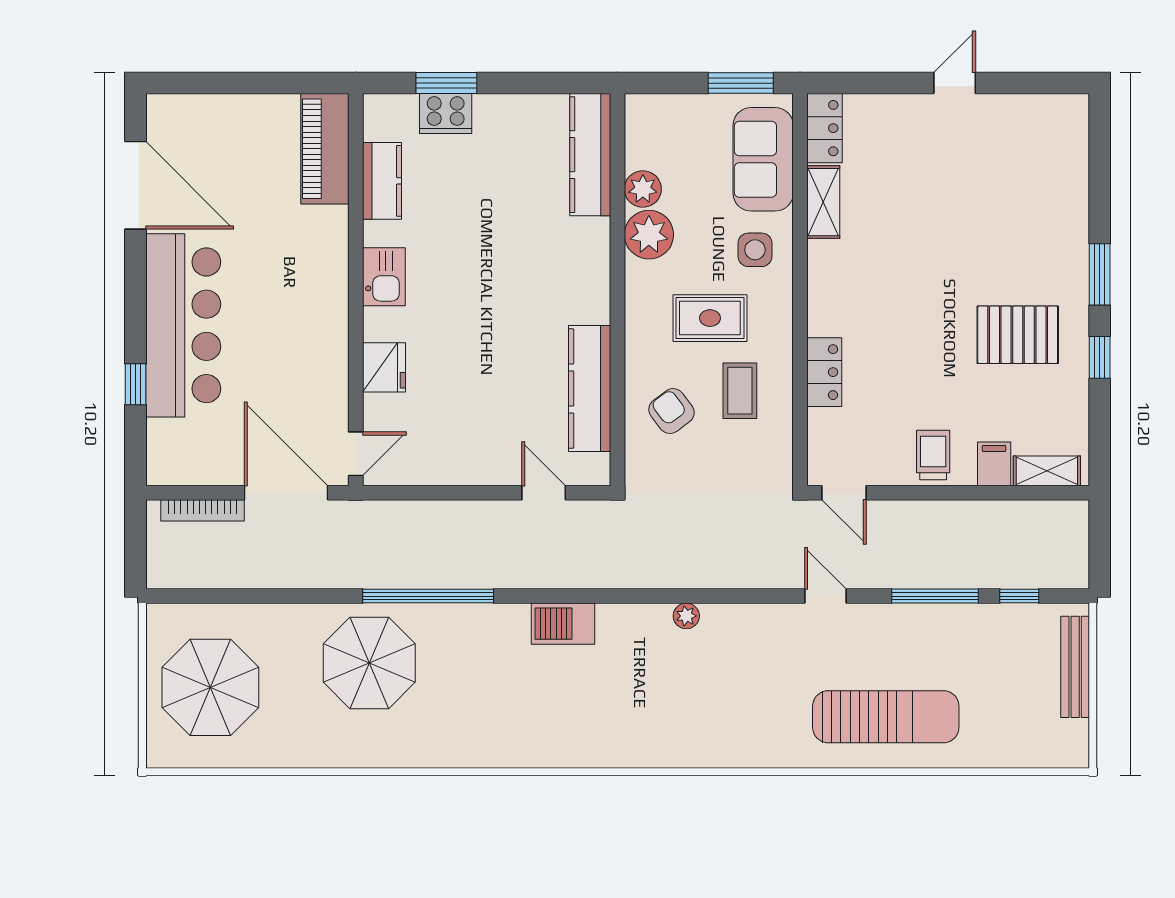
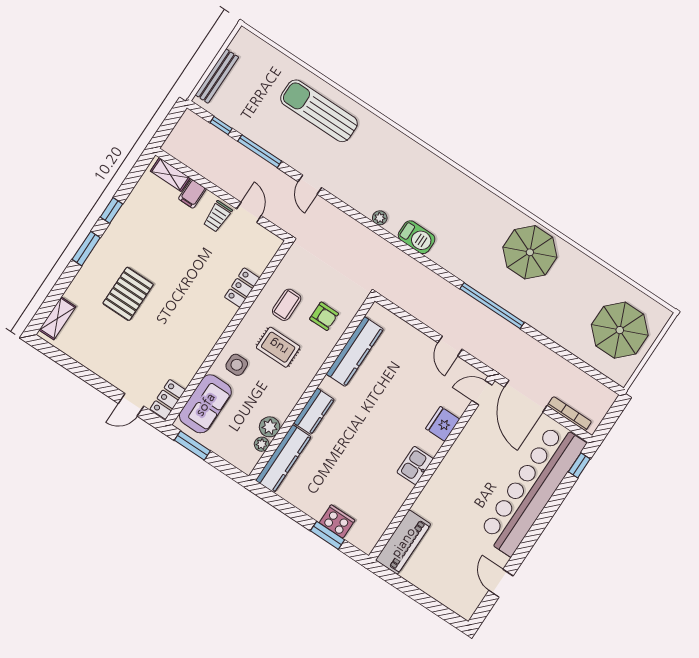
door: (955, 83) -> (131, 405), moved
kitchen counter: (382, 181) -> (314, 411), moved, turned 180
door: (135, 185) -> (501, 583), width x0.53
shelving: (823, 202) -> (57, 318), moved
plant: (649, 235) -> (262, 444), moved, width x0.53, depth x0.53
bar counter: (183, 325) -> (532, 489), width x1.36
pallet: (1018, 335) -> (128, 294), moved, turned 90
window: (135, 384) -> (579, 465), moved
armchair: (672, 411) -> (324, 316), turned -53
door: (544, 493) -> (450, 346), moved
door: (844, 493) -> (249, 212), moved
barbecue: (563, 624) -> (417, 237), moved
parasol: (369, 663) -> (530, 252), moved

